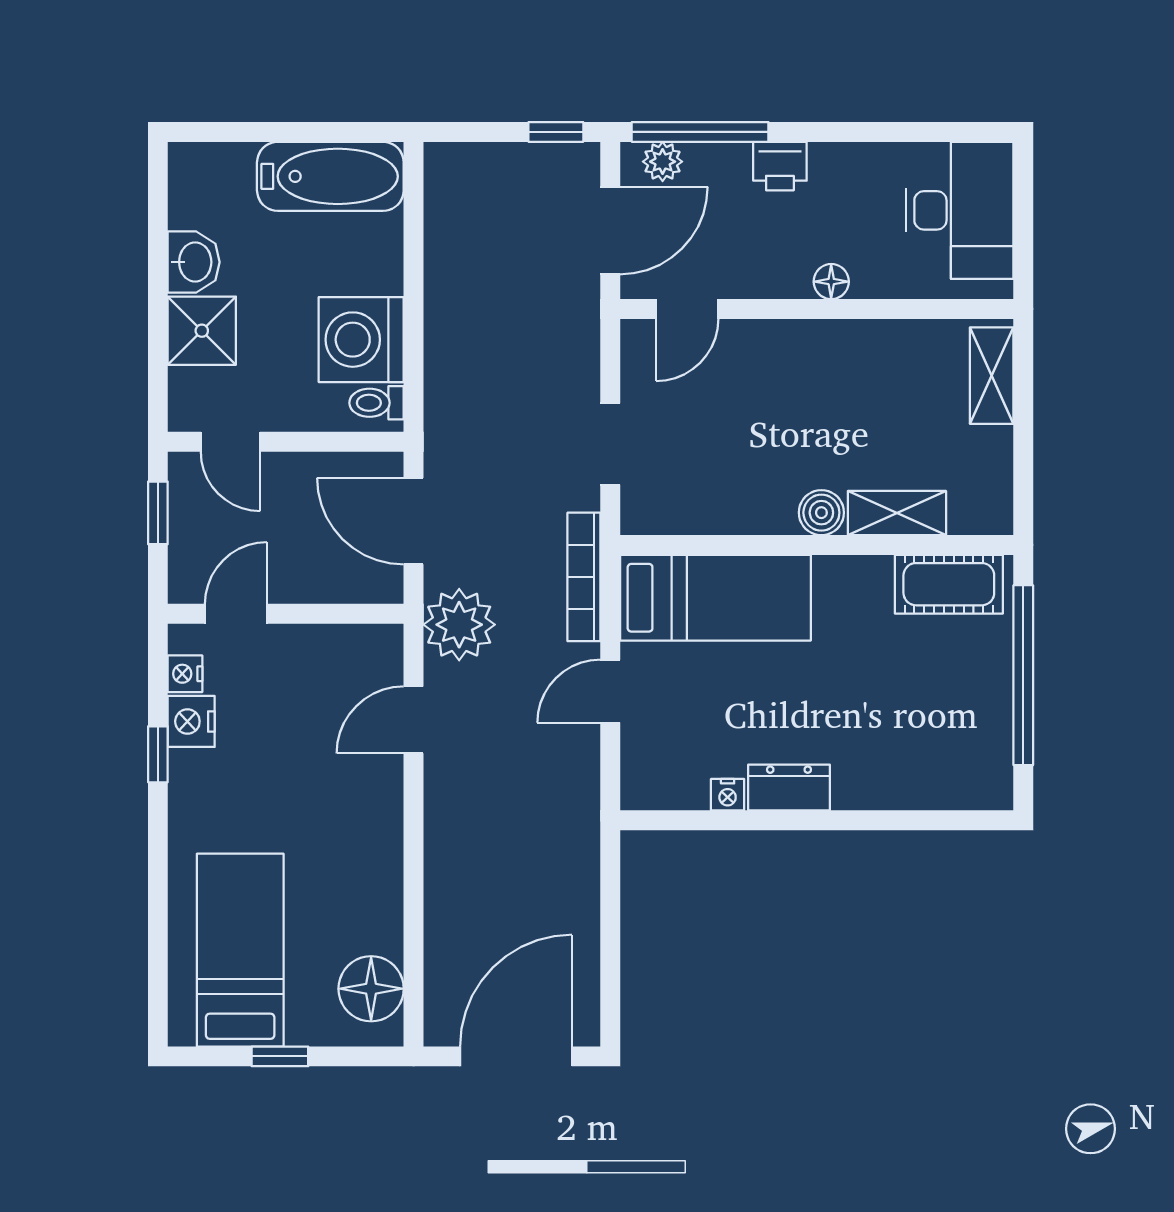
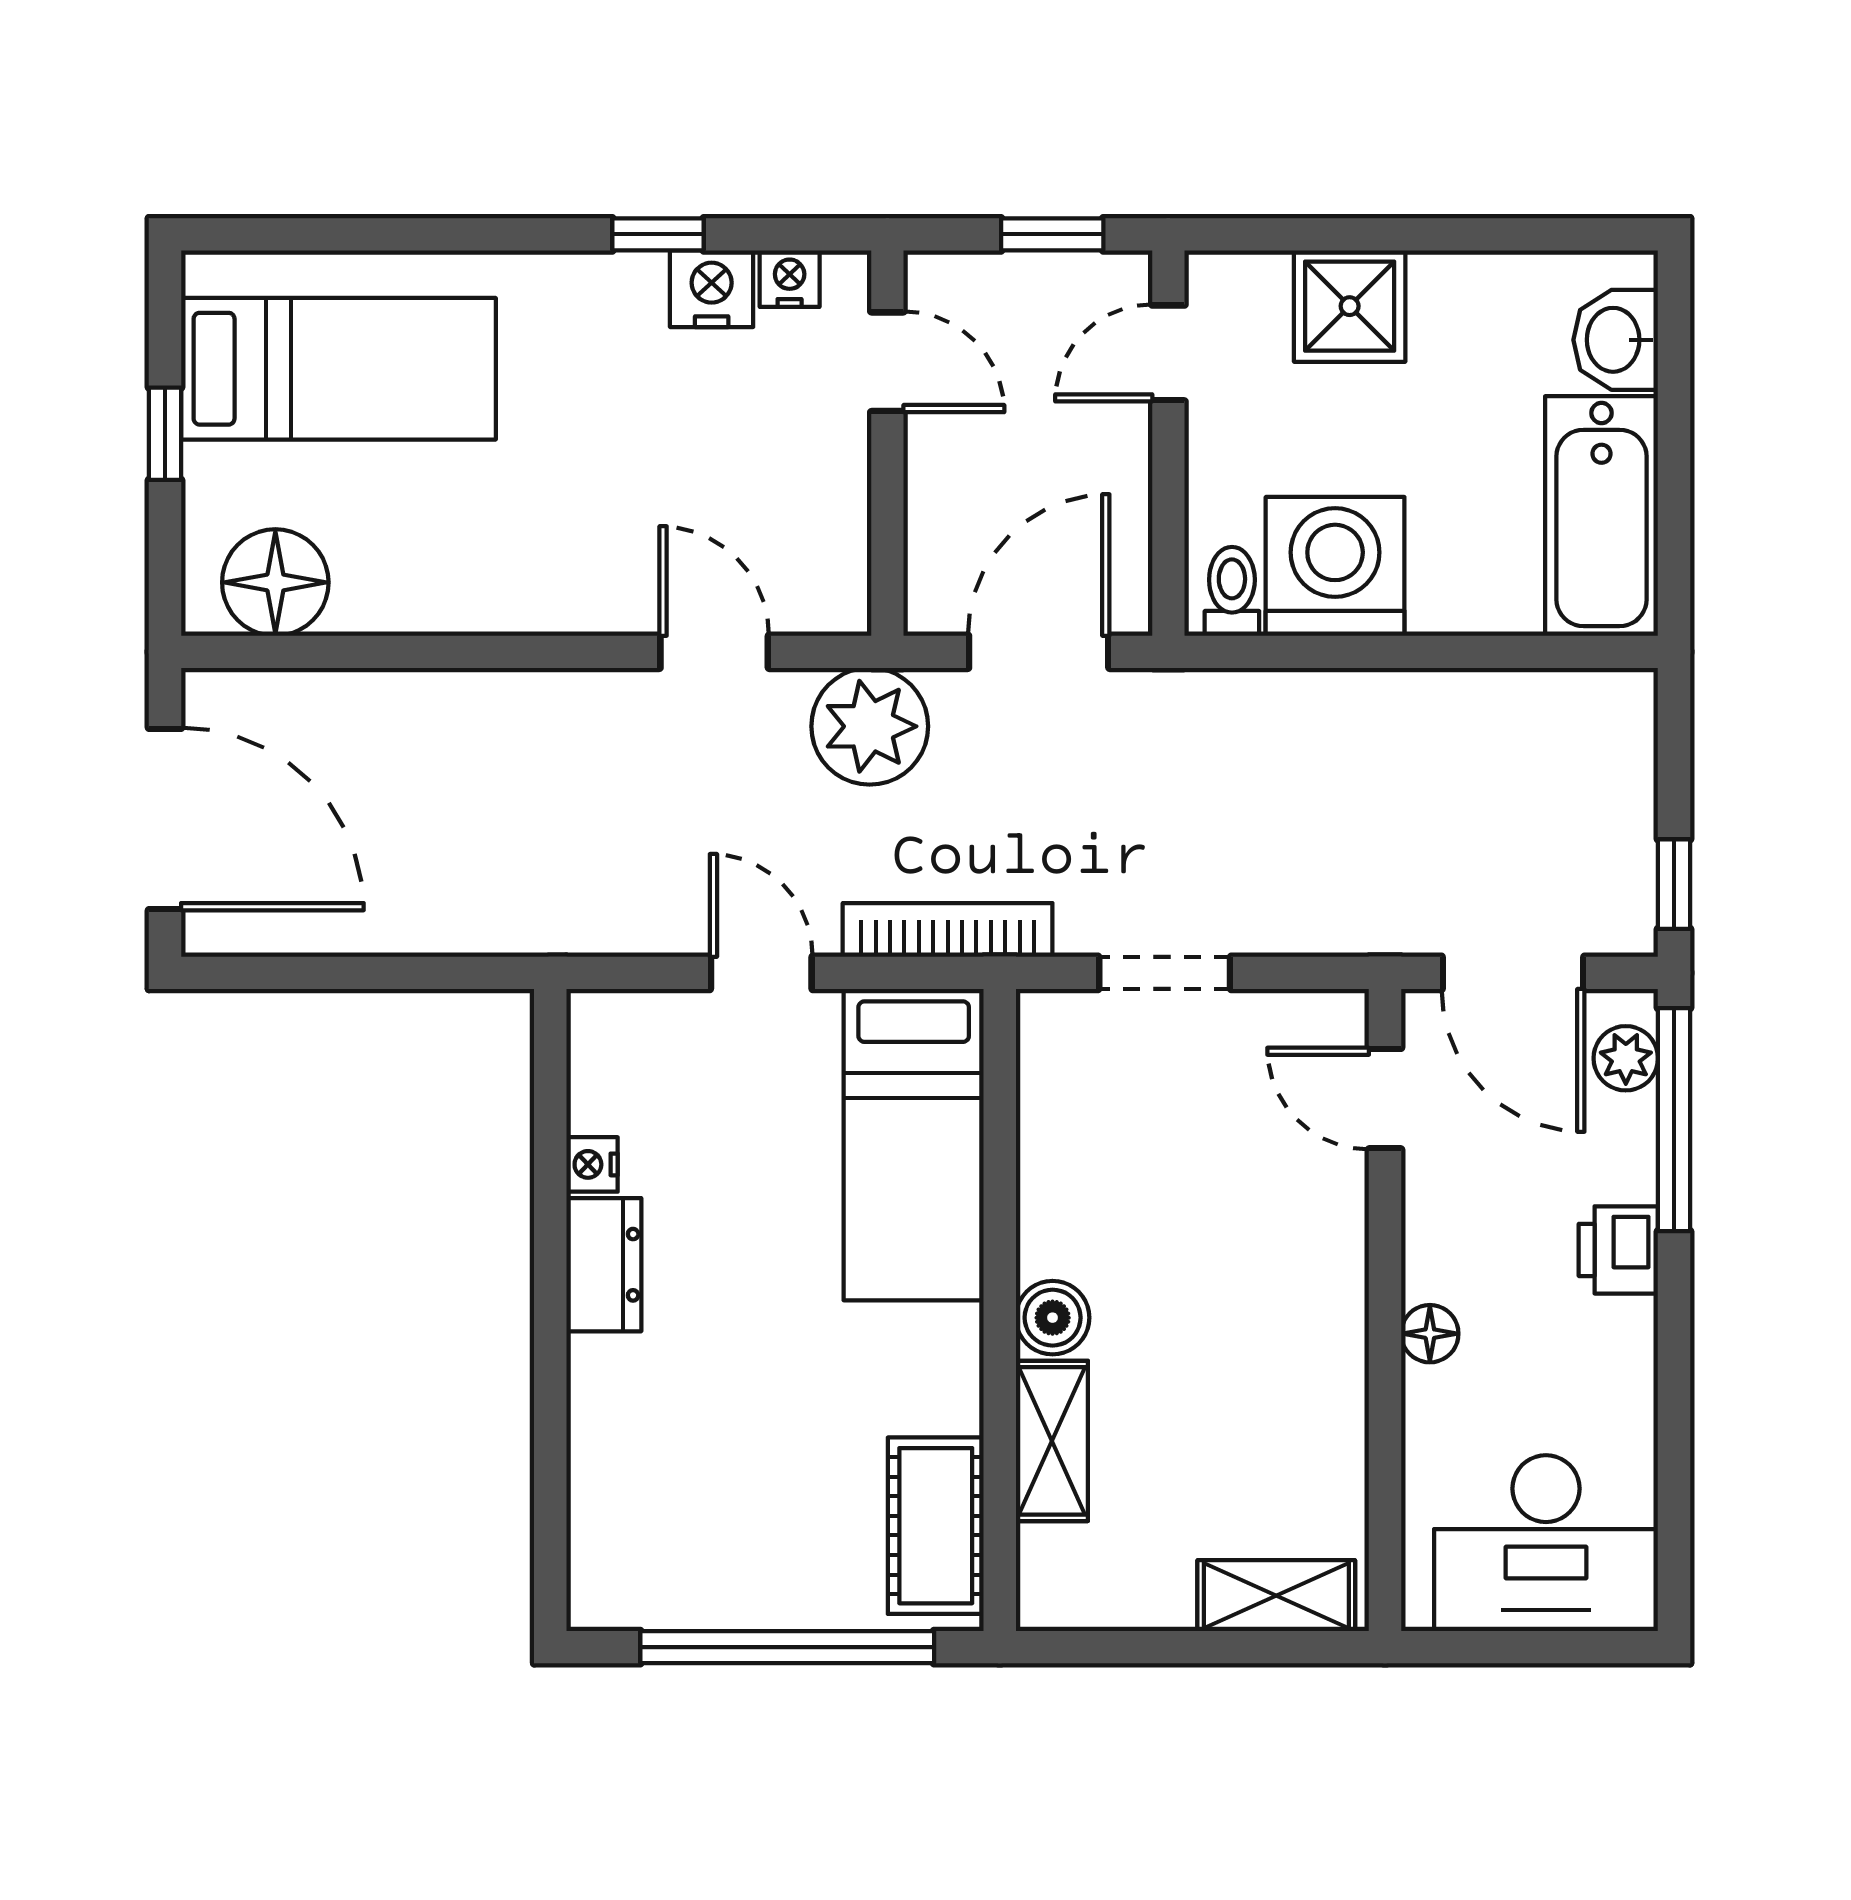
washbasin: (194, 262) -> (1616, 340), moved, turned 90

